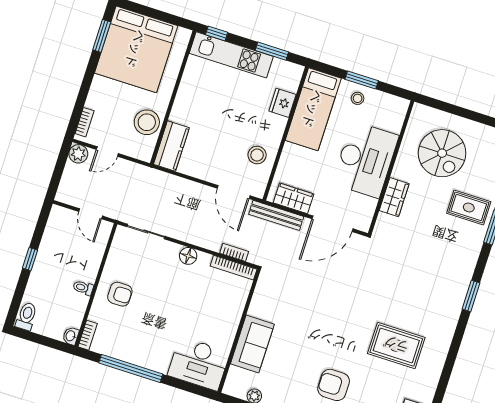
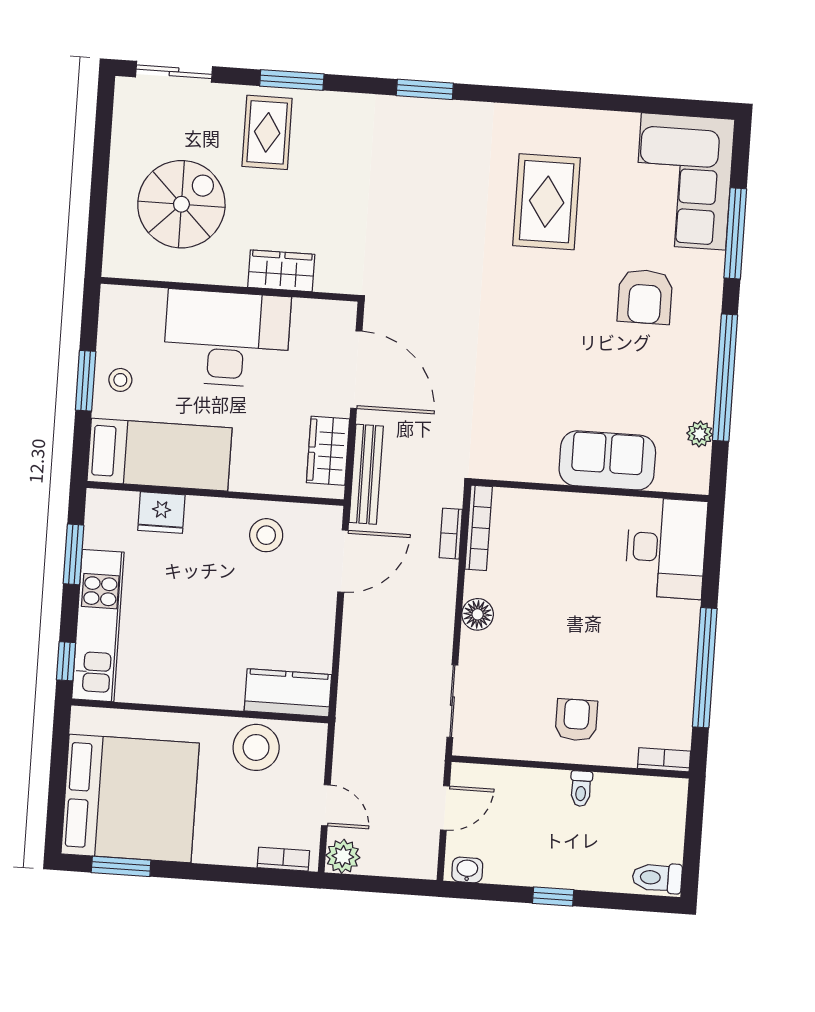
washbasin: (71, 336) -> (467, 870), moved, turned 180

